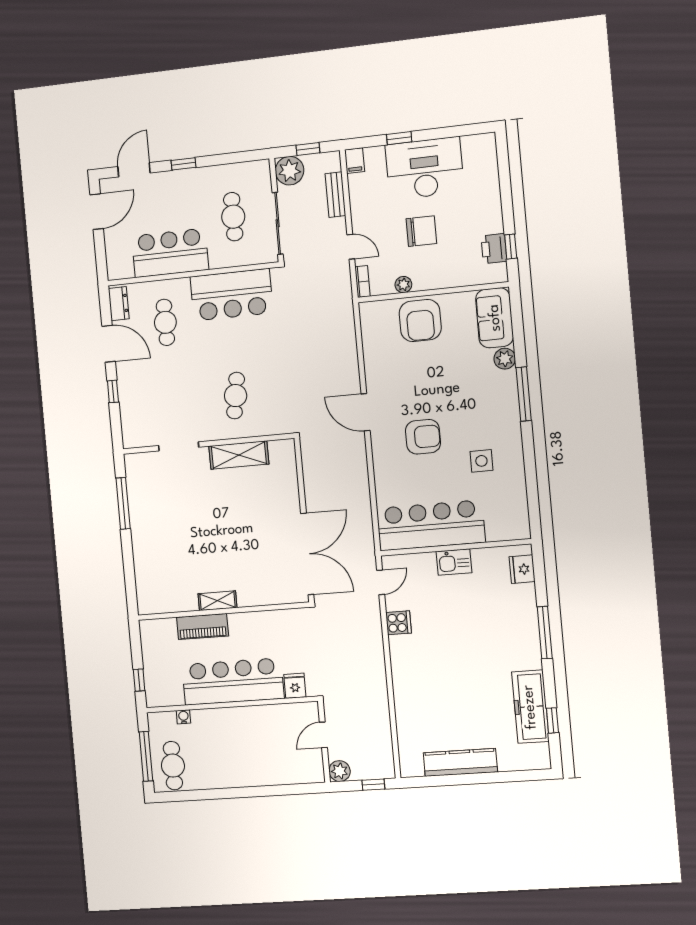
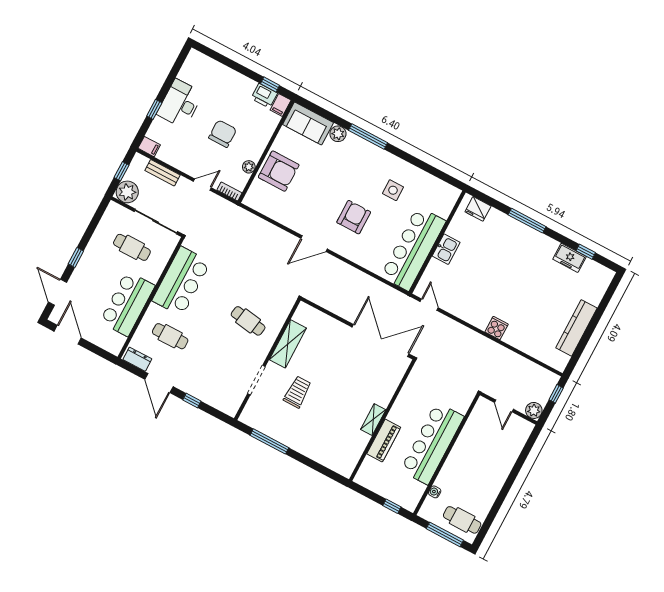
desk: (425, 168) -> (180, 104), width x0.73, depth x0.77
filing cabinet: (495, 274) -> (281, 105), added
door: (109, 344) -> (159, 383), swing flipped
trolley: (194, 499) -> (297, 392), added
cooker: (399, 623) -> (497, 328), moved
fridge: (295, 686) -> (461, 404), removed
freezer: (530, 707) -> (570, 258), width x0.52, depth x0.79

